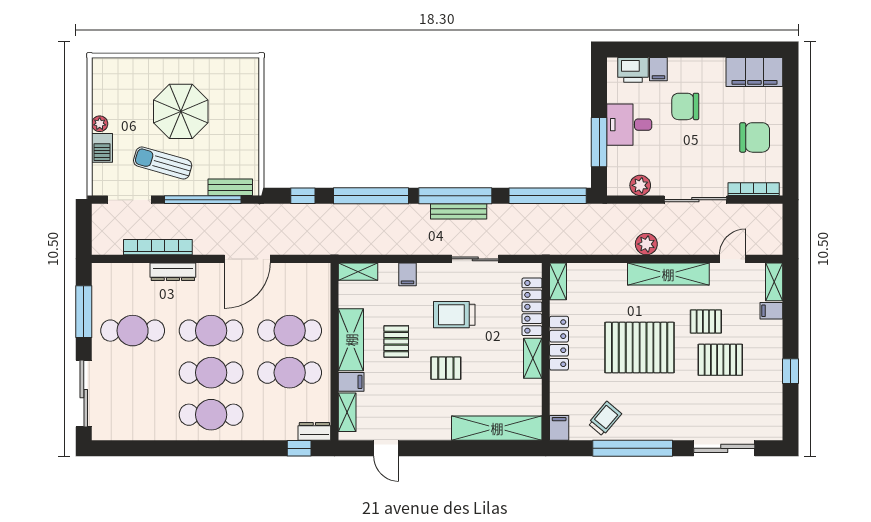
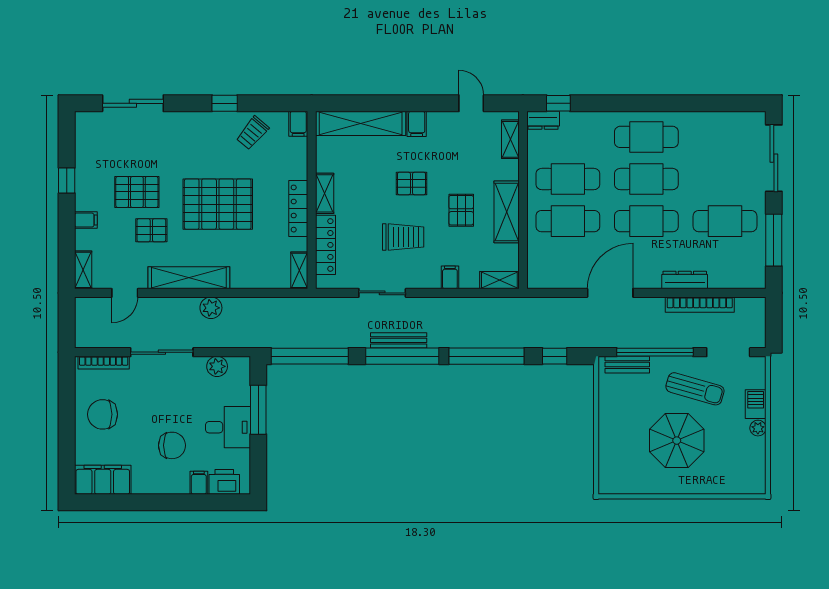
filing cabinet: (771, 311) -> (86, 220), moved
filing cabinet: (351, 382) -> (417, 124), moved, turned -90
window: (633, 448) -> (225, 103), width x0.32

